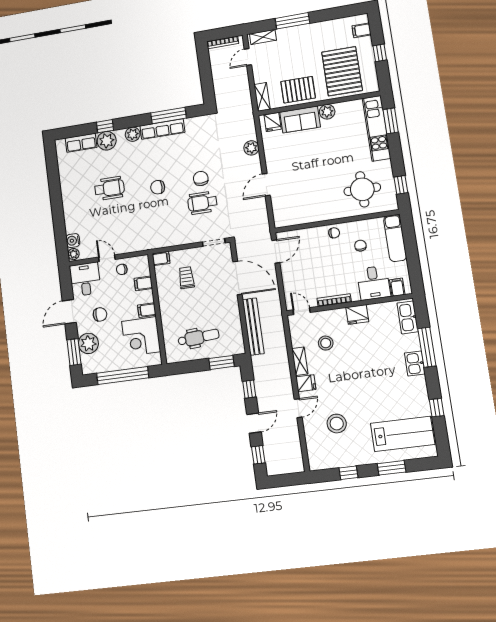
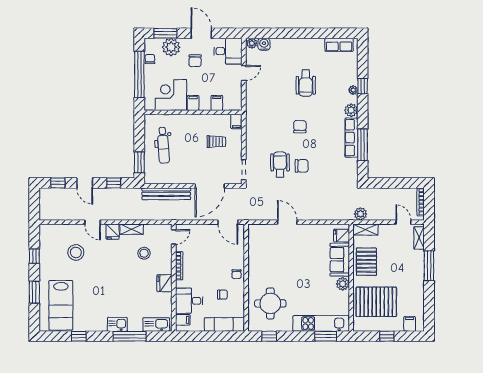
plant: (107, 141) -> (353, 90), width x0.53, depth x0.53
row of seats: (81, 143) -> (339, 45), moved, turned -90
plant: (251, 148) -> (360, 214), moved
chair: (122, 269) -> (150, 59), moved

